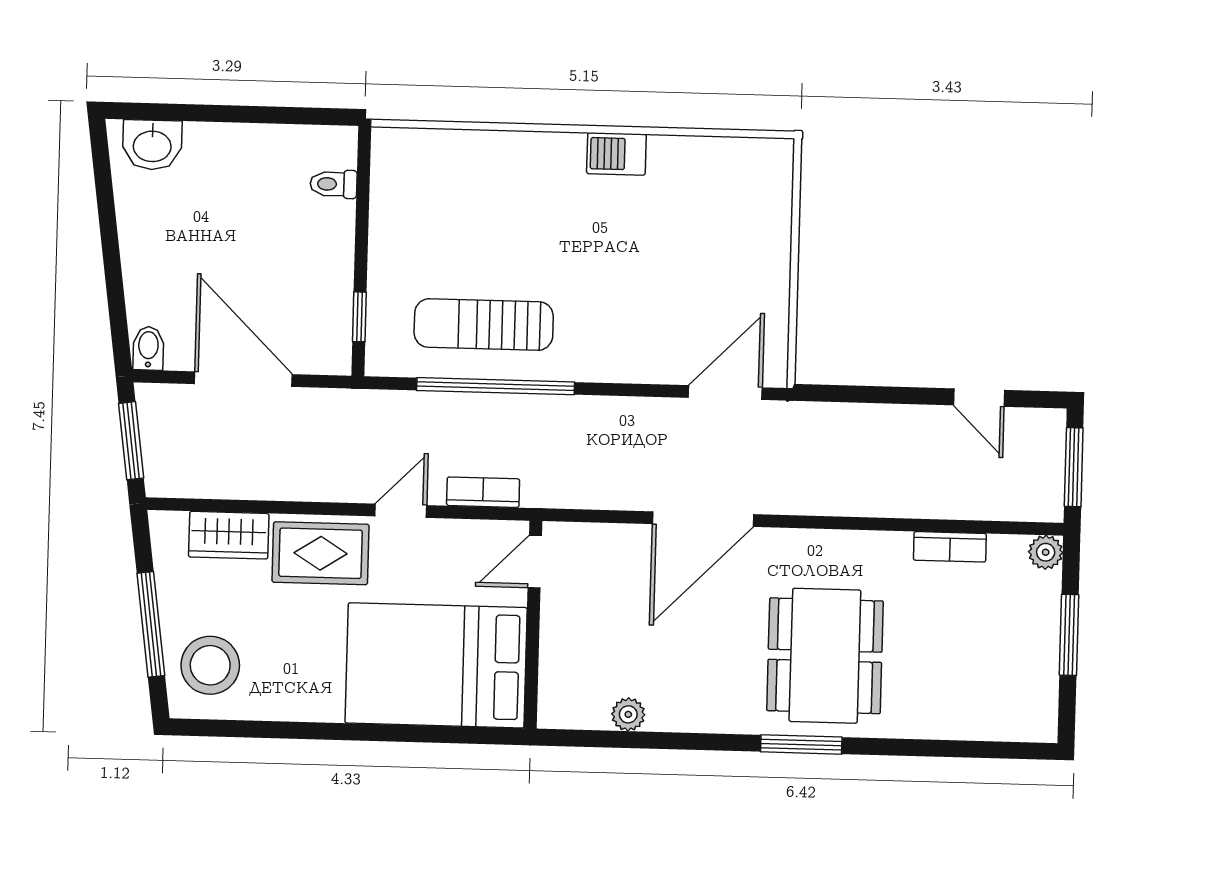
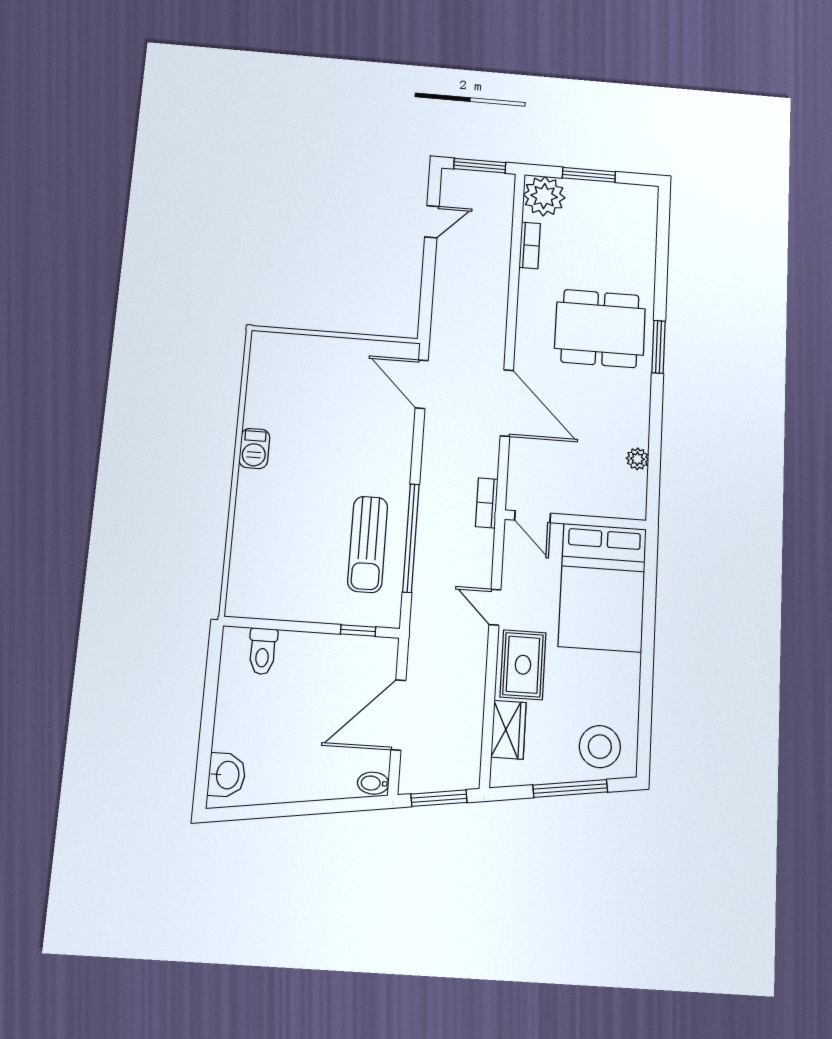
toilet: (334, 184) -> (263, 651), width x1.37, depth x1.39
bookcase: (483, 492) -> (487, 503), moved
plant: (1046, 552) -> (544, 196), width x1.88, depth x1.88

